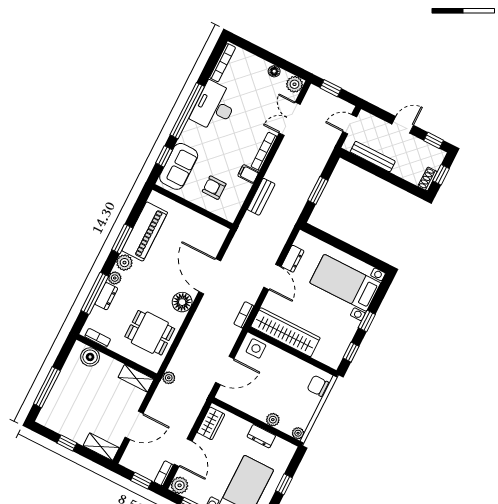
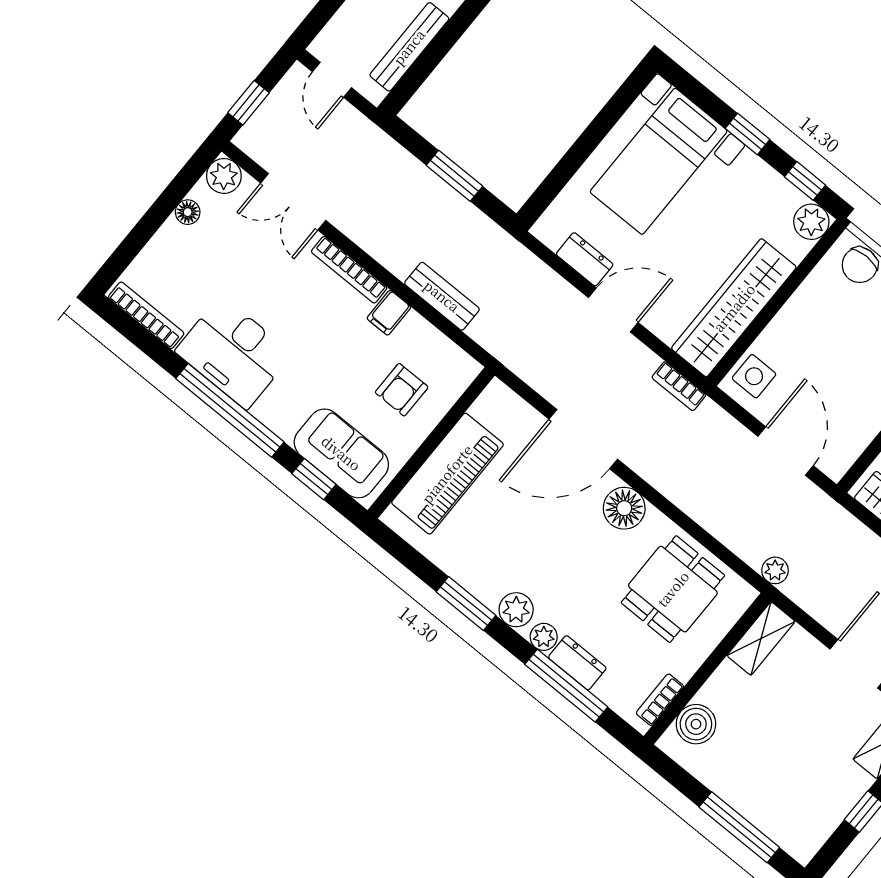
piano: (145, 231) -> (447, 474), moved, turned 90
plant: (333, 359) -> (811, 222), added

